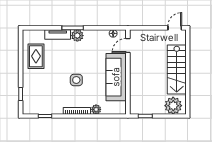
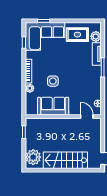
plant: (77, 36) -> (96, 36), moved
sofa: (116, 77) -> (53, 106), width x0.73
side table: (76, 80) -> (53, 81), moved
corner sofa: (38, 92) -> (45, 36), added

